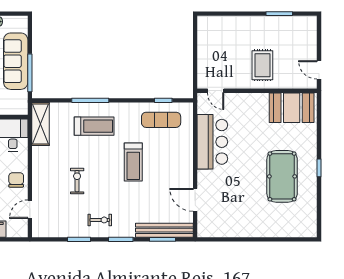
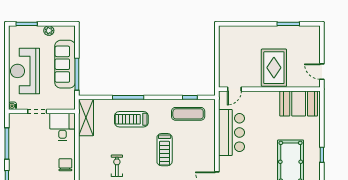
rug: (262, 65) -> (274, 68), width x1.36, depth x1.43
door: (216, 91) -> (234, 89), hinge flipped
treadmill: (94, 126) -> (131, 119), turned 180

